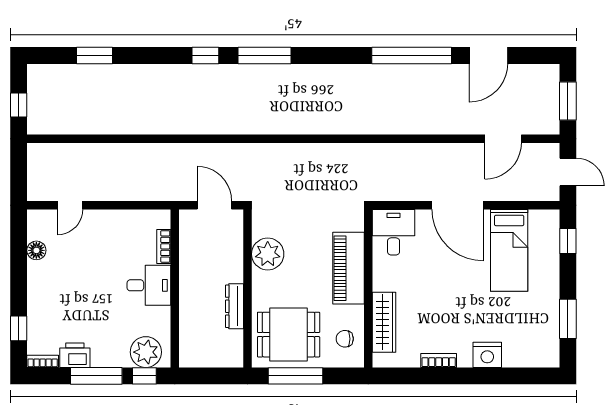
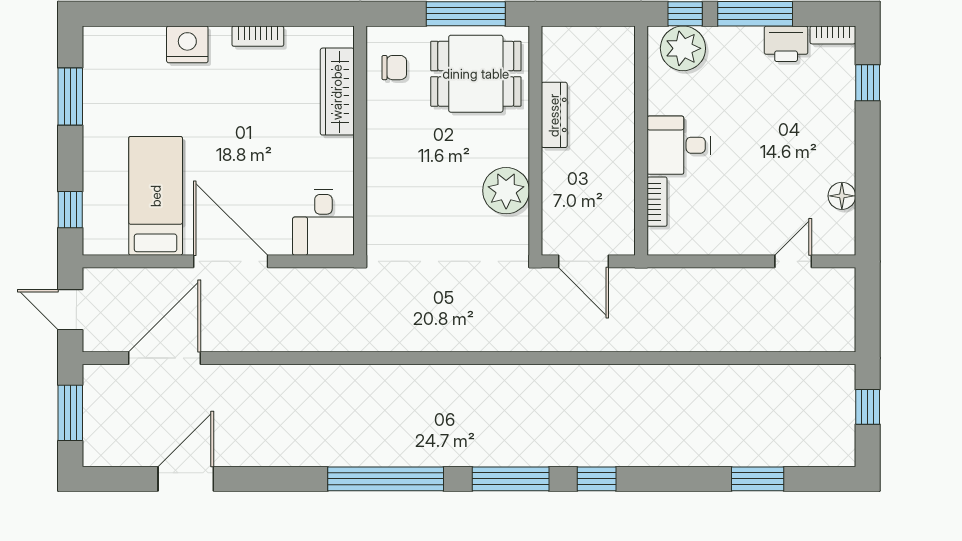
window: (412, 55) -> (386, 479), moved
door: (503, 139) -> (164, 358), width x1.36
piano: (348, 268) -> (389, 170), removed

